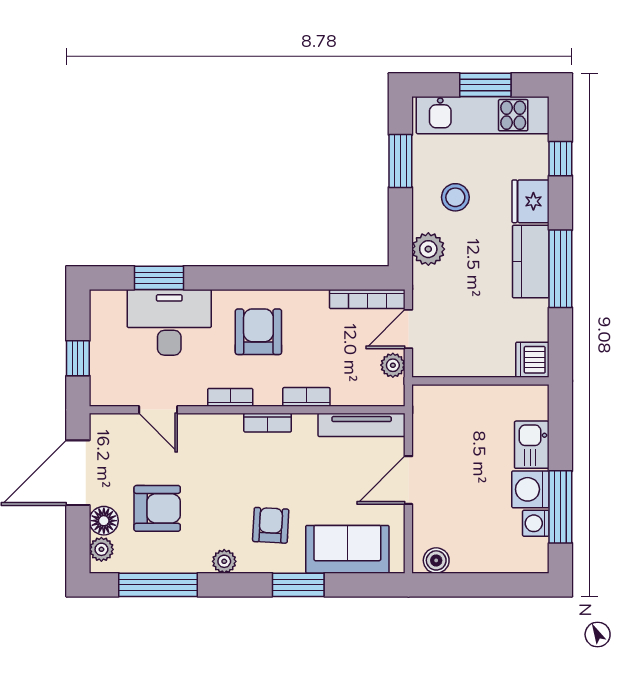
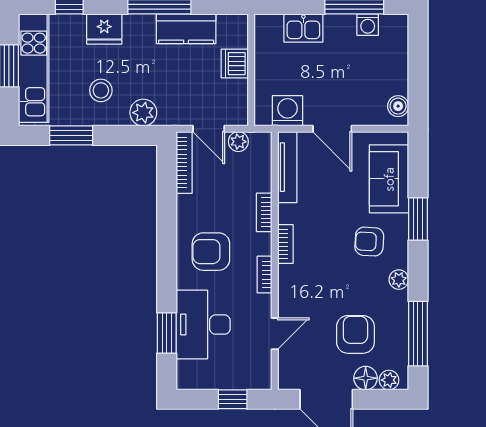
kitchen counter: (531, 262) -> (186, 29), moved
dishwasher: (532, 360) -> (235, 64), moved, turned 90
washing machine: (530, 489) -> (288, 111), moved, turned 180

